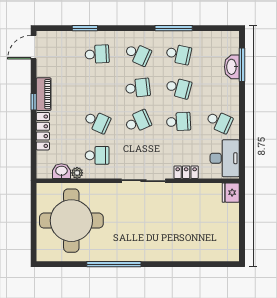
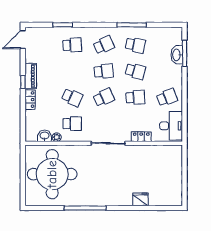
school desk: (138, 54) -> (104, 45), turned -48
school desk: (219, 122) -> (167, 97), turned -45
locker: (43, 131) -> (30, 100), width x0.66
fridge: (231, 193) -> (140, 199), moved, turned 90

